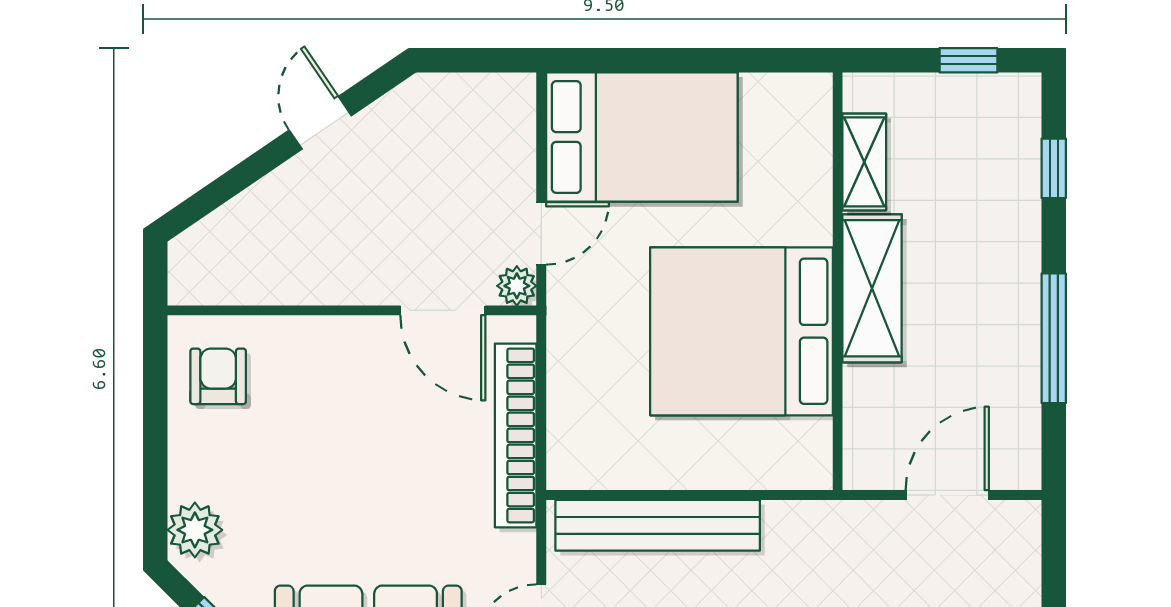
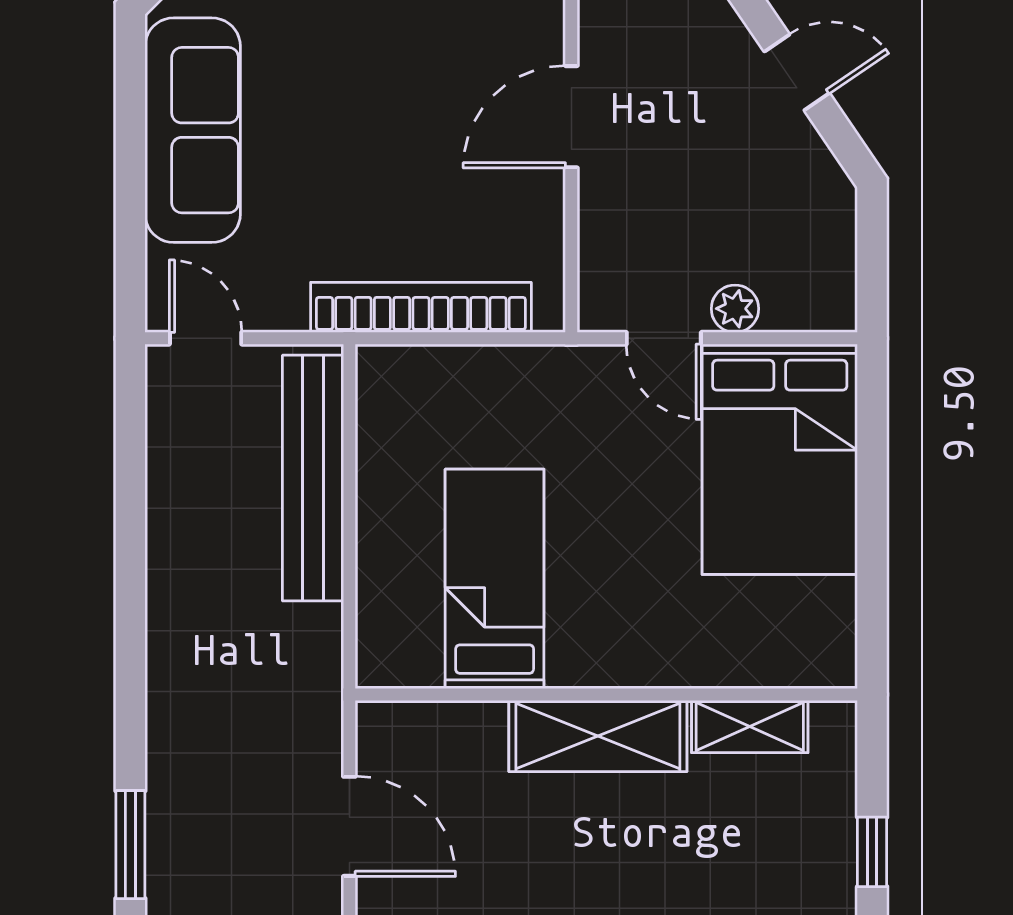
plant: (517, 286) -> (735, 309), moved
door: (443, 310) -> (571, 117), moved
bed: (741, 331) -> (495, 579), width x0.49

